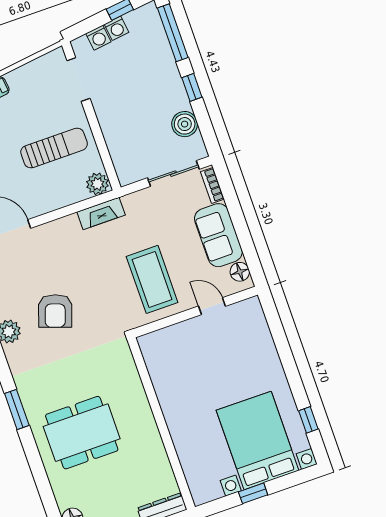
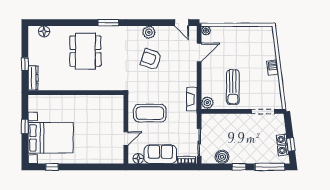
washing machine: (98, 38) -> (283, 150), moved

